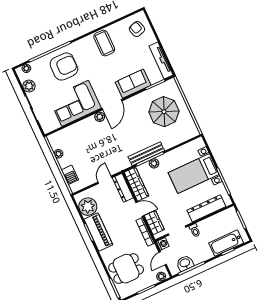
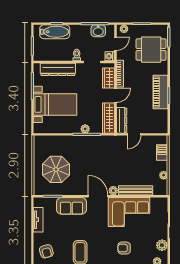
tv unit: (161, 61) -> (38, 220), width x0.71
armchair: (64, 67) -> (124, 248), width x0.53, depth x0.53
door: (112, 105) -> (98, 196), hinge flipped
bench: (146, 154) -> (136, 190), moved
plant: (88, 207) -> (159, 118), removed
door: (140, 209) -> (115, 95), swing flipped

